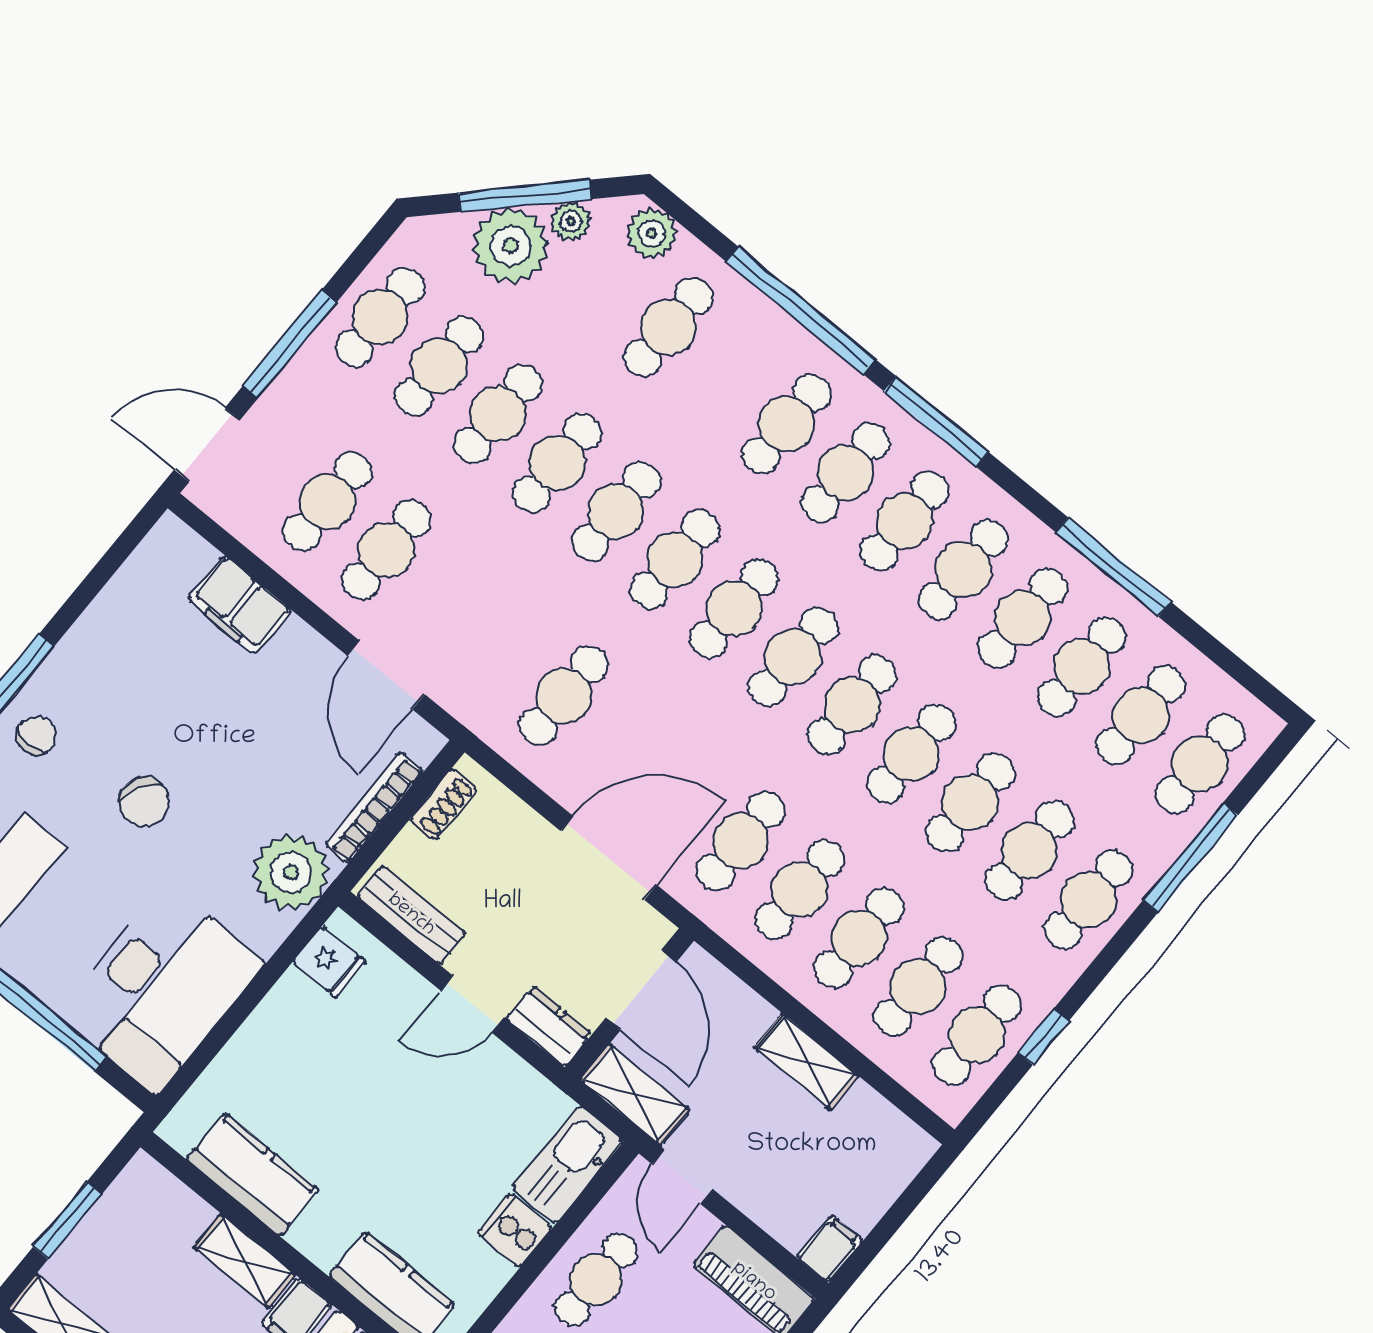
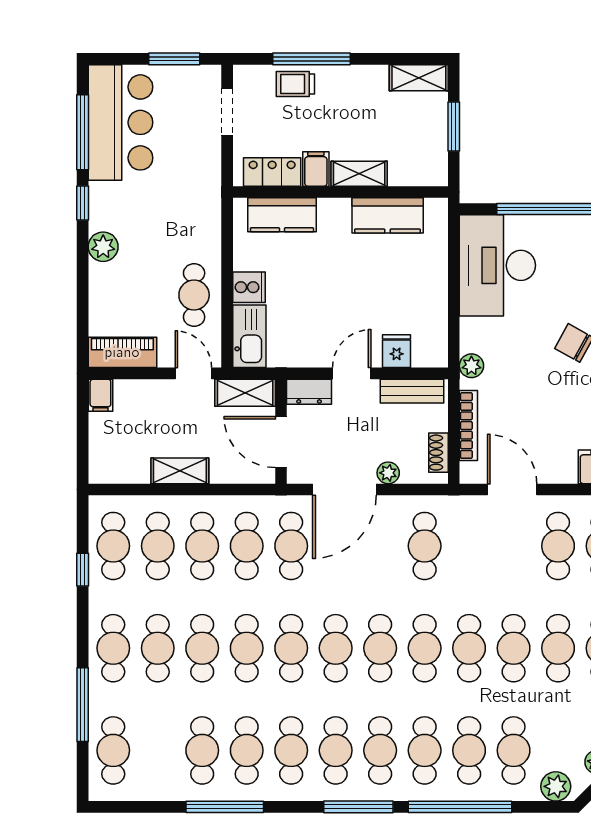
cafe table: (1141, 715) -> (469, 750), moved
plant: (532, 832) -> (388, 473), added
plant: (291, 872) -> (471, 366), width x0.53, depth x0.53
fridge: (329, 962) -> (397, 351), moved, turned 90

